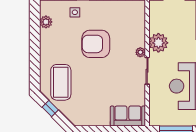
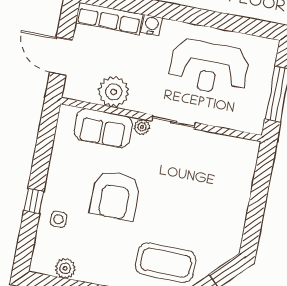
plant: (158, 43) -> (114, 92), moved
sofa: (128, 116) -> (103, 128), moved, turned -90

